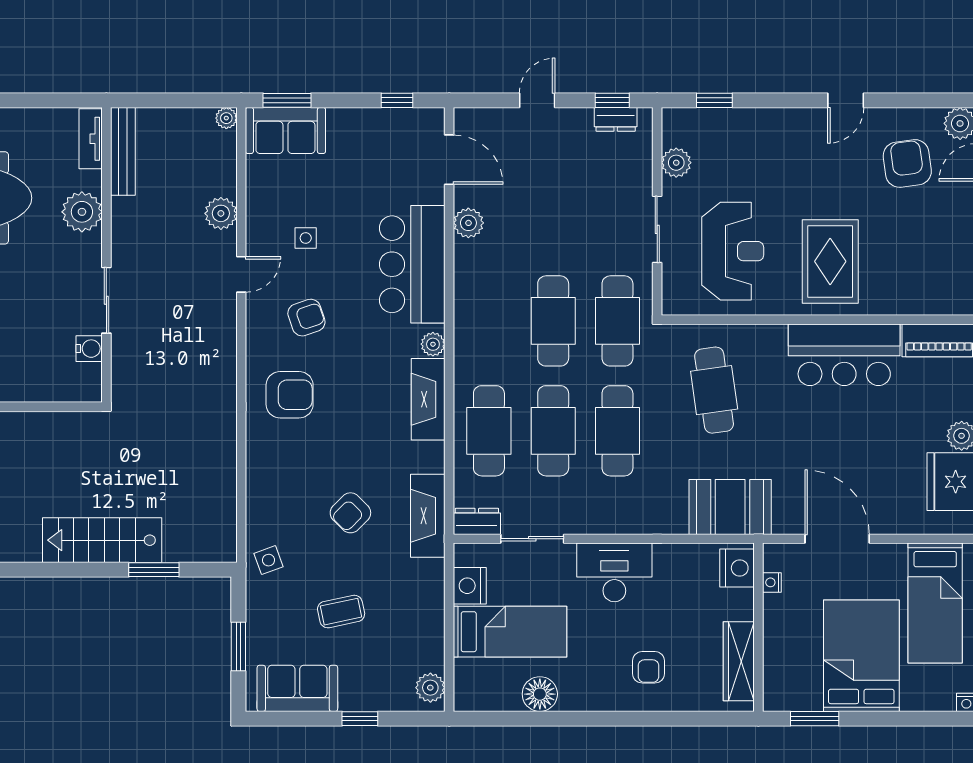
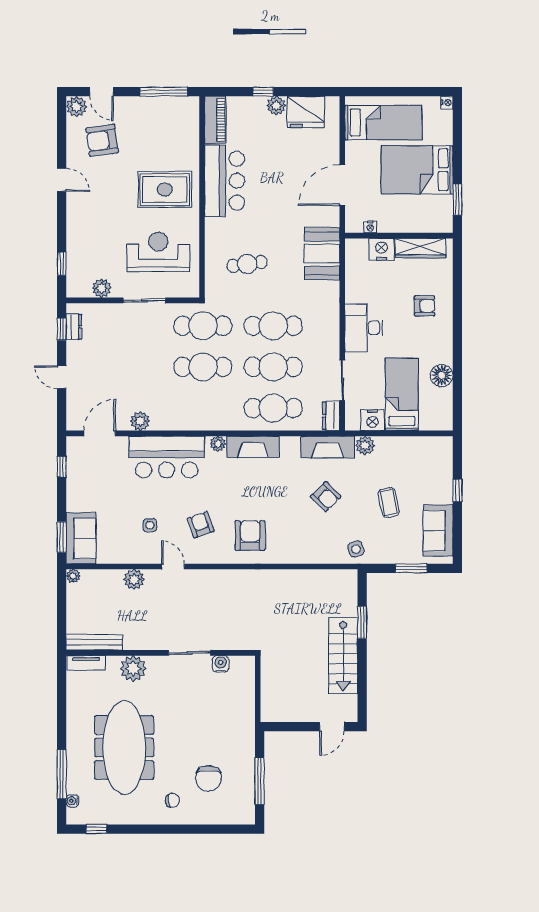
cafe table: (714, 390) -> (247, 264), width x0.73, depth x0.74
nightstand: (737, 568) -> (382, 249), moved
plant: (430, 688) -> (365, 446), moved

